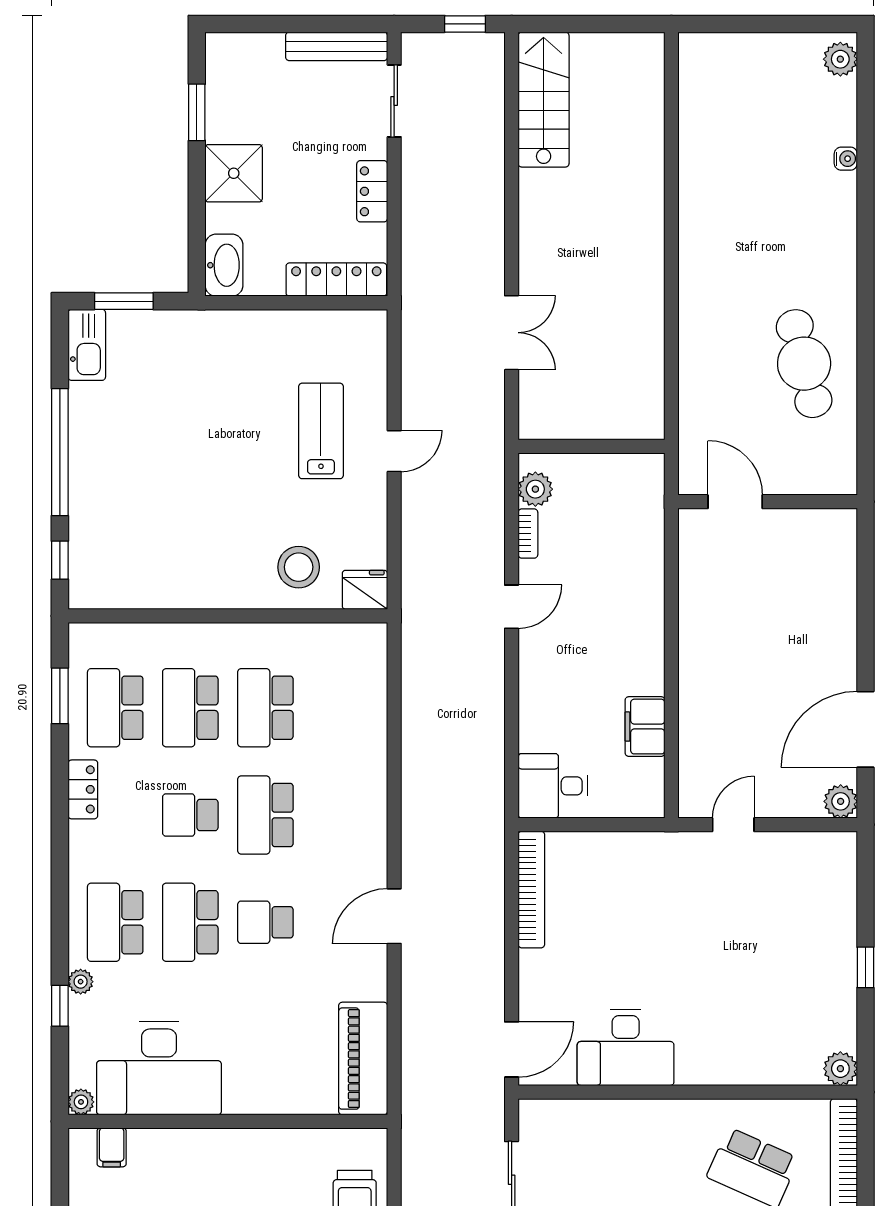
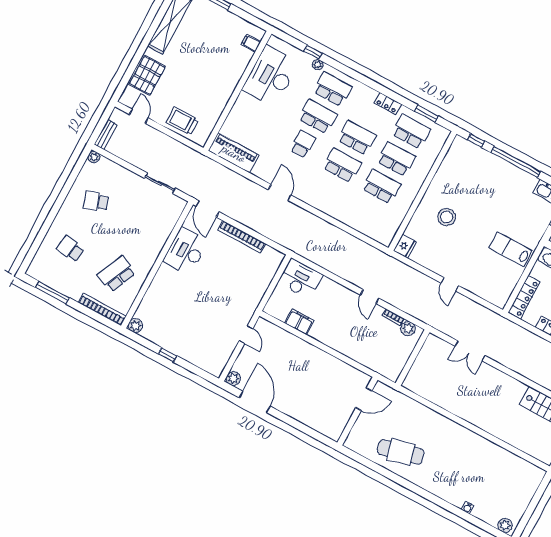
lab bench: (321, 431) -> (510, 249), moved, turned 180
stool: (299, 567) -> (447, 217), moved
desk: (553, 786) -> (300, 279), width x1.37
school desk: (190, 815) -> (357, 138), width x1.85
bookcase: (531, 889) -> (242, 237), moved
plant: (81, 1102) -> (274, 41), removed

